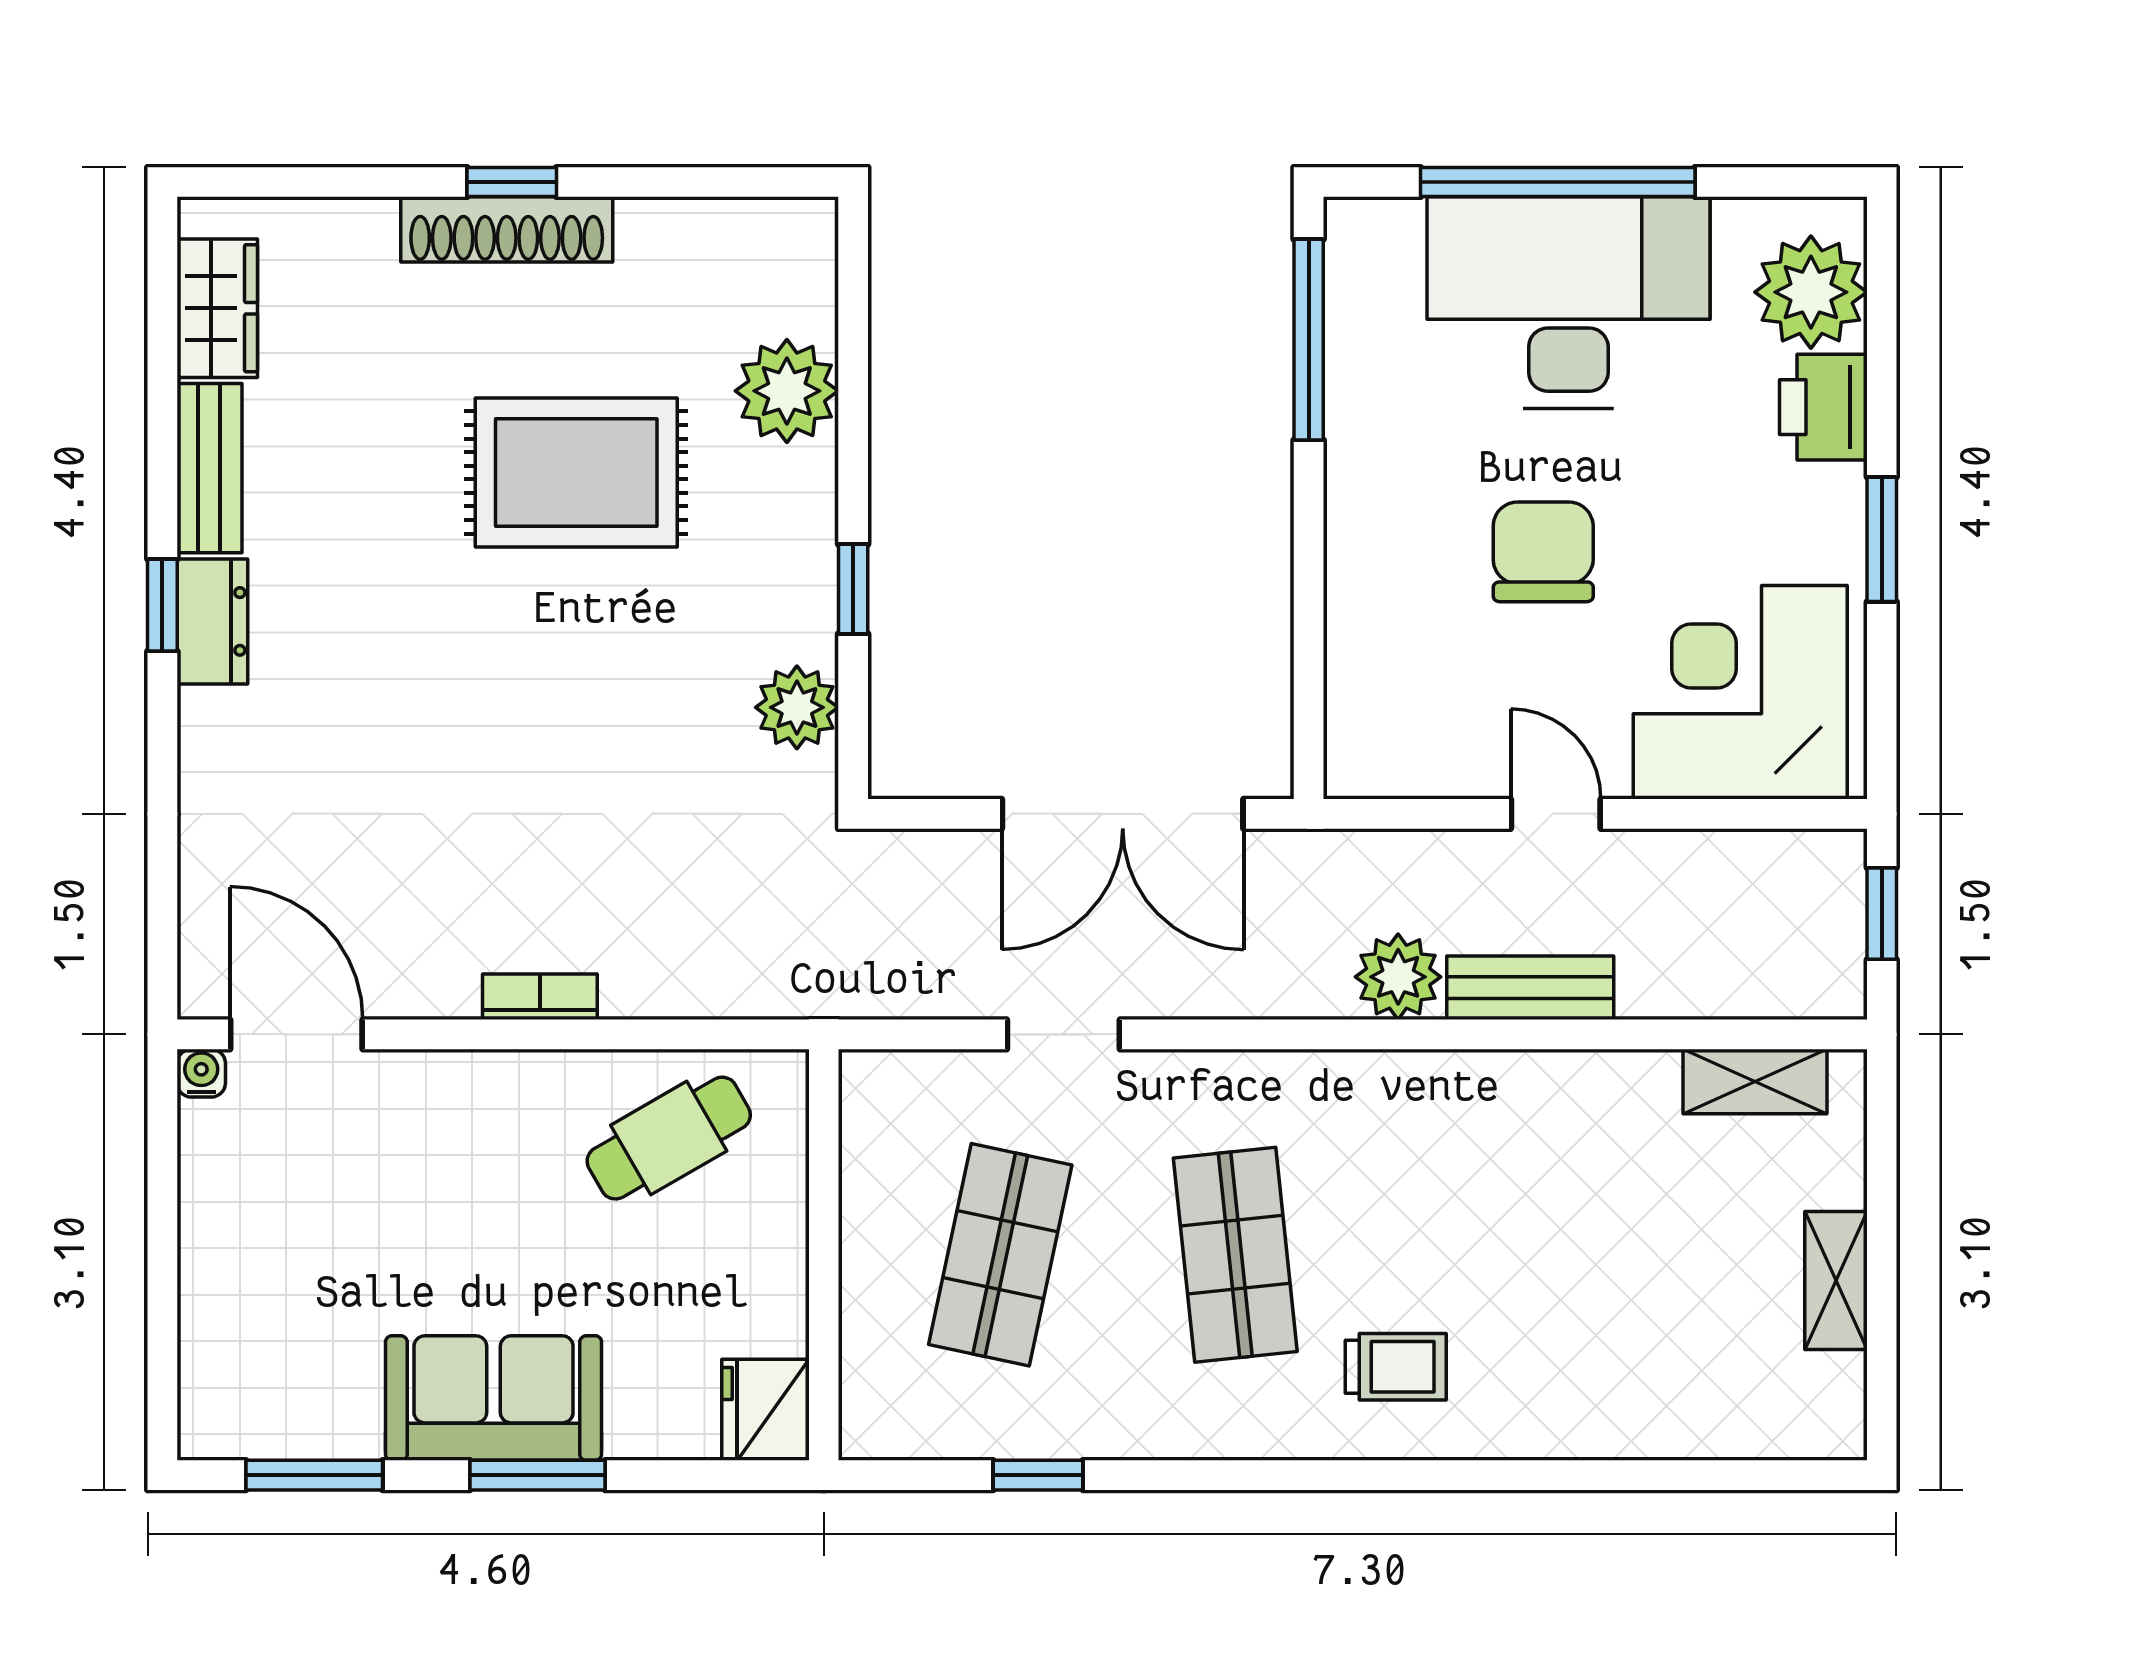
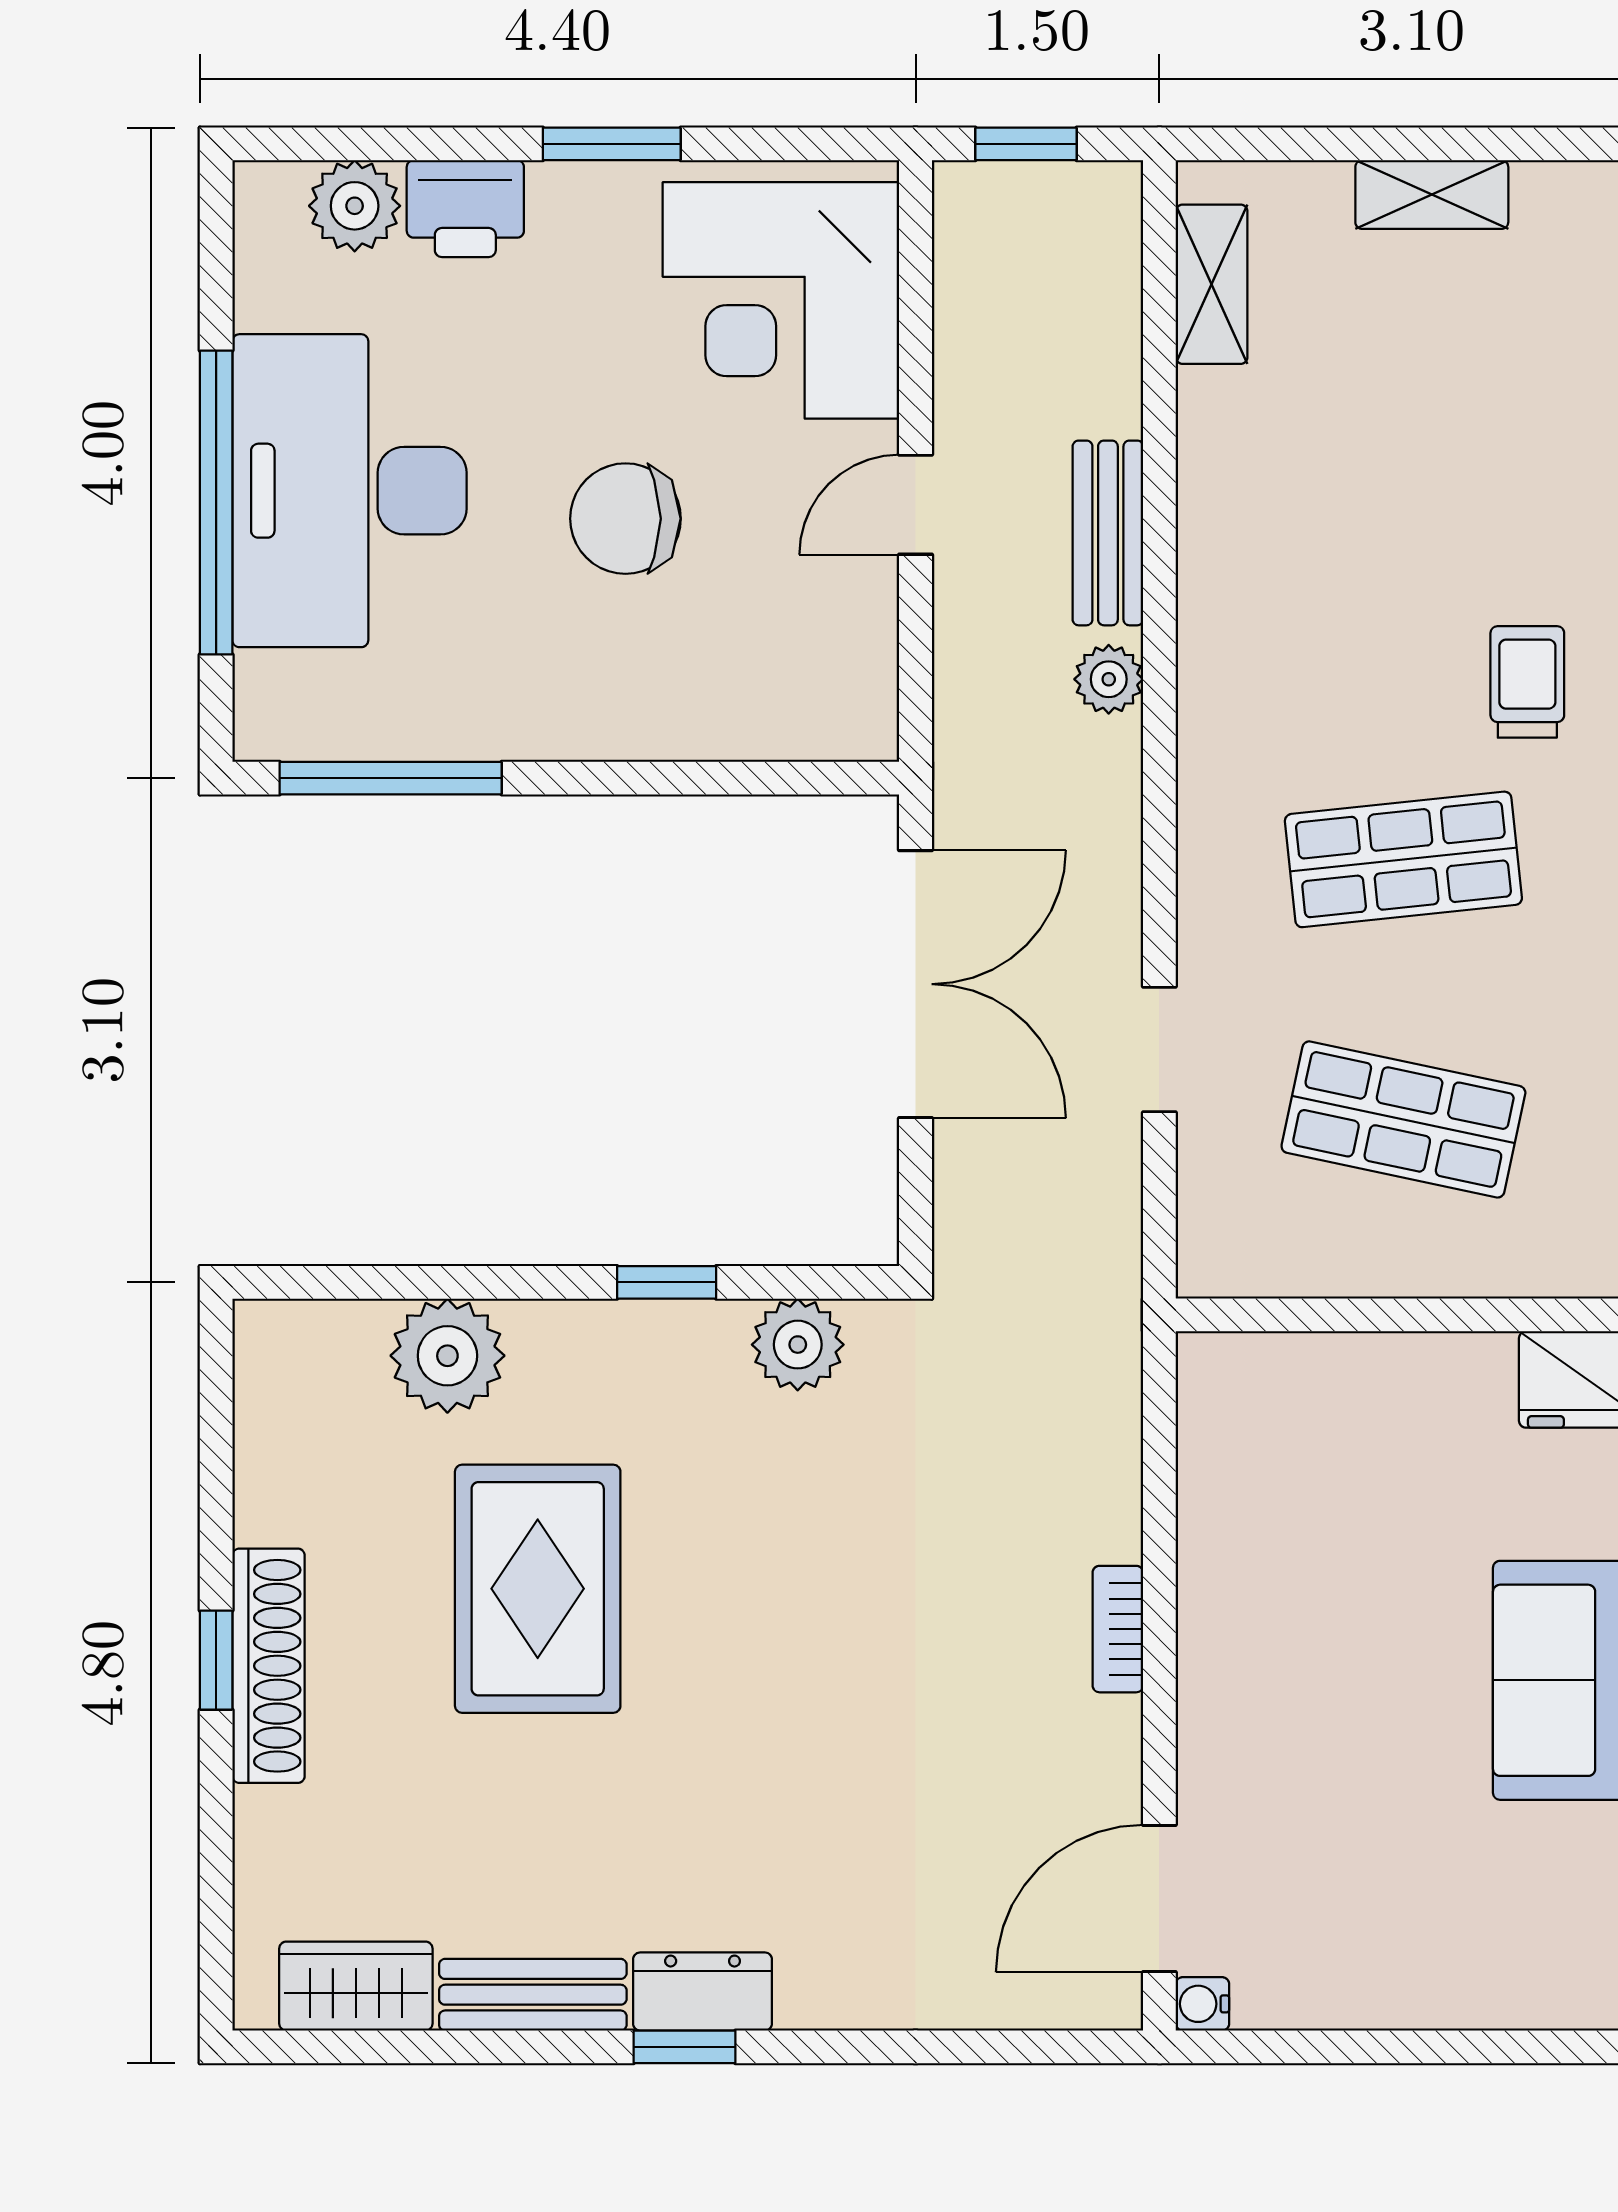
plant: (1811, 292) -> (355, 206), width x0.73, depth x0.73
plant: (1398, 977) -> (1109, 679), width x0.73, depth x0.73
cafe table: (669, 1138) -> (1274, 1486), removed

